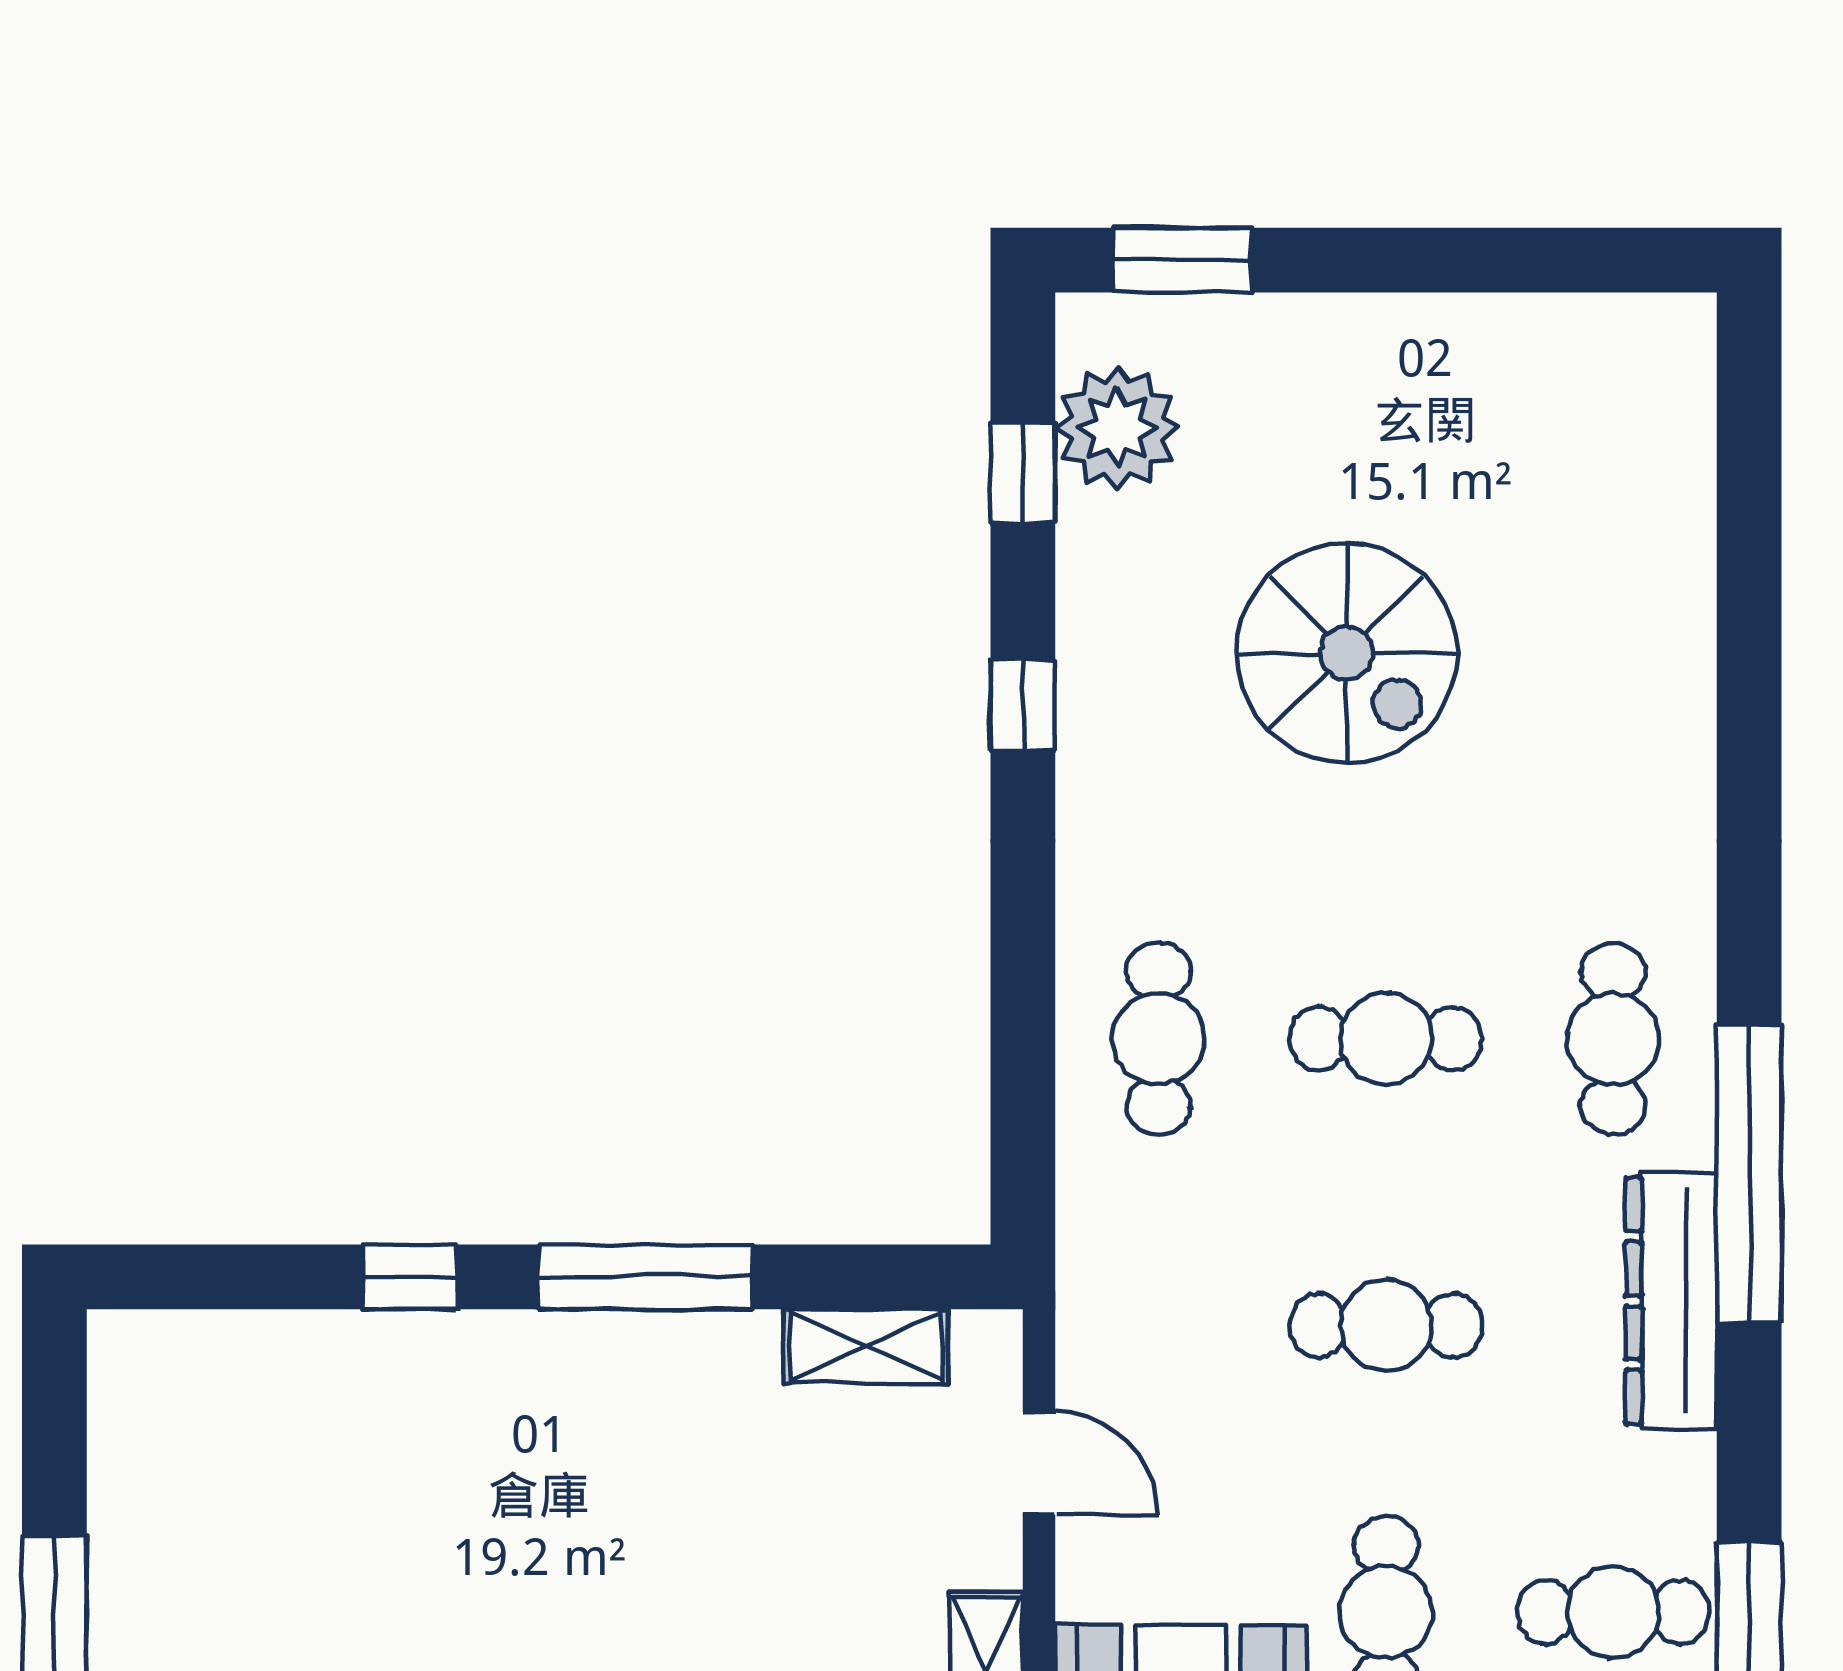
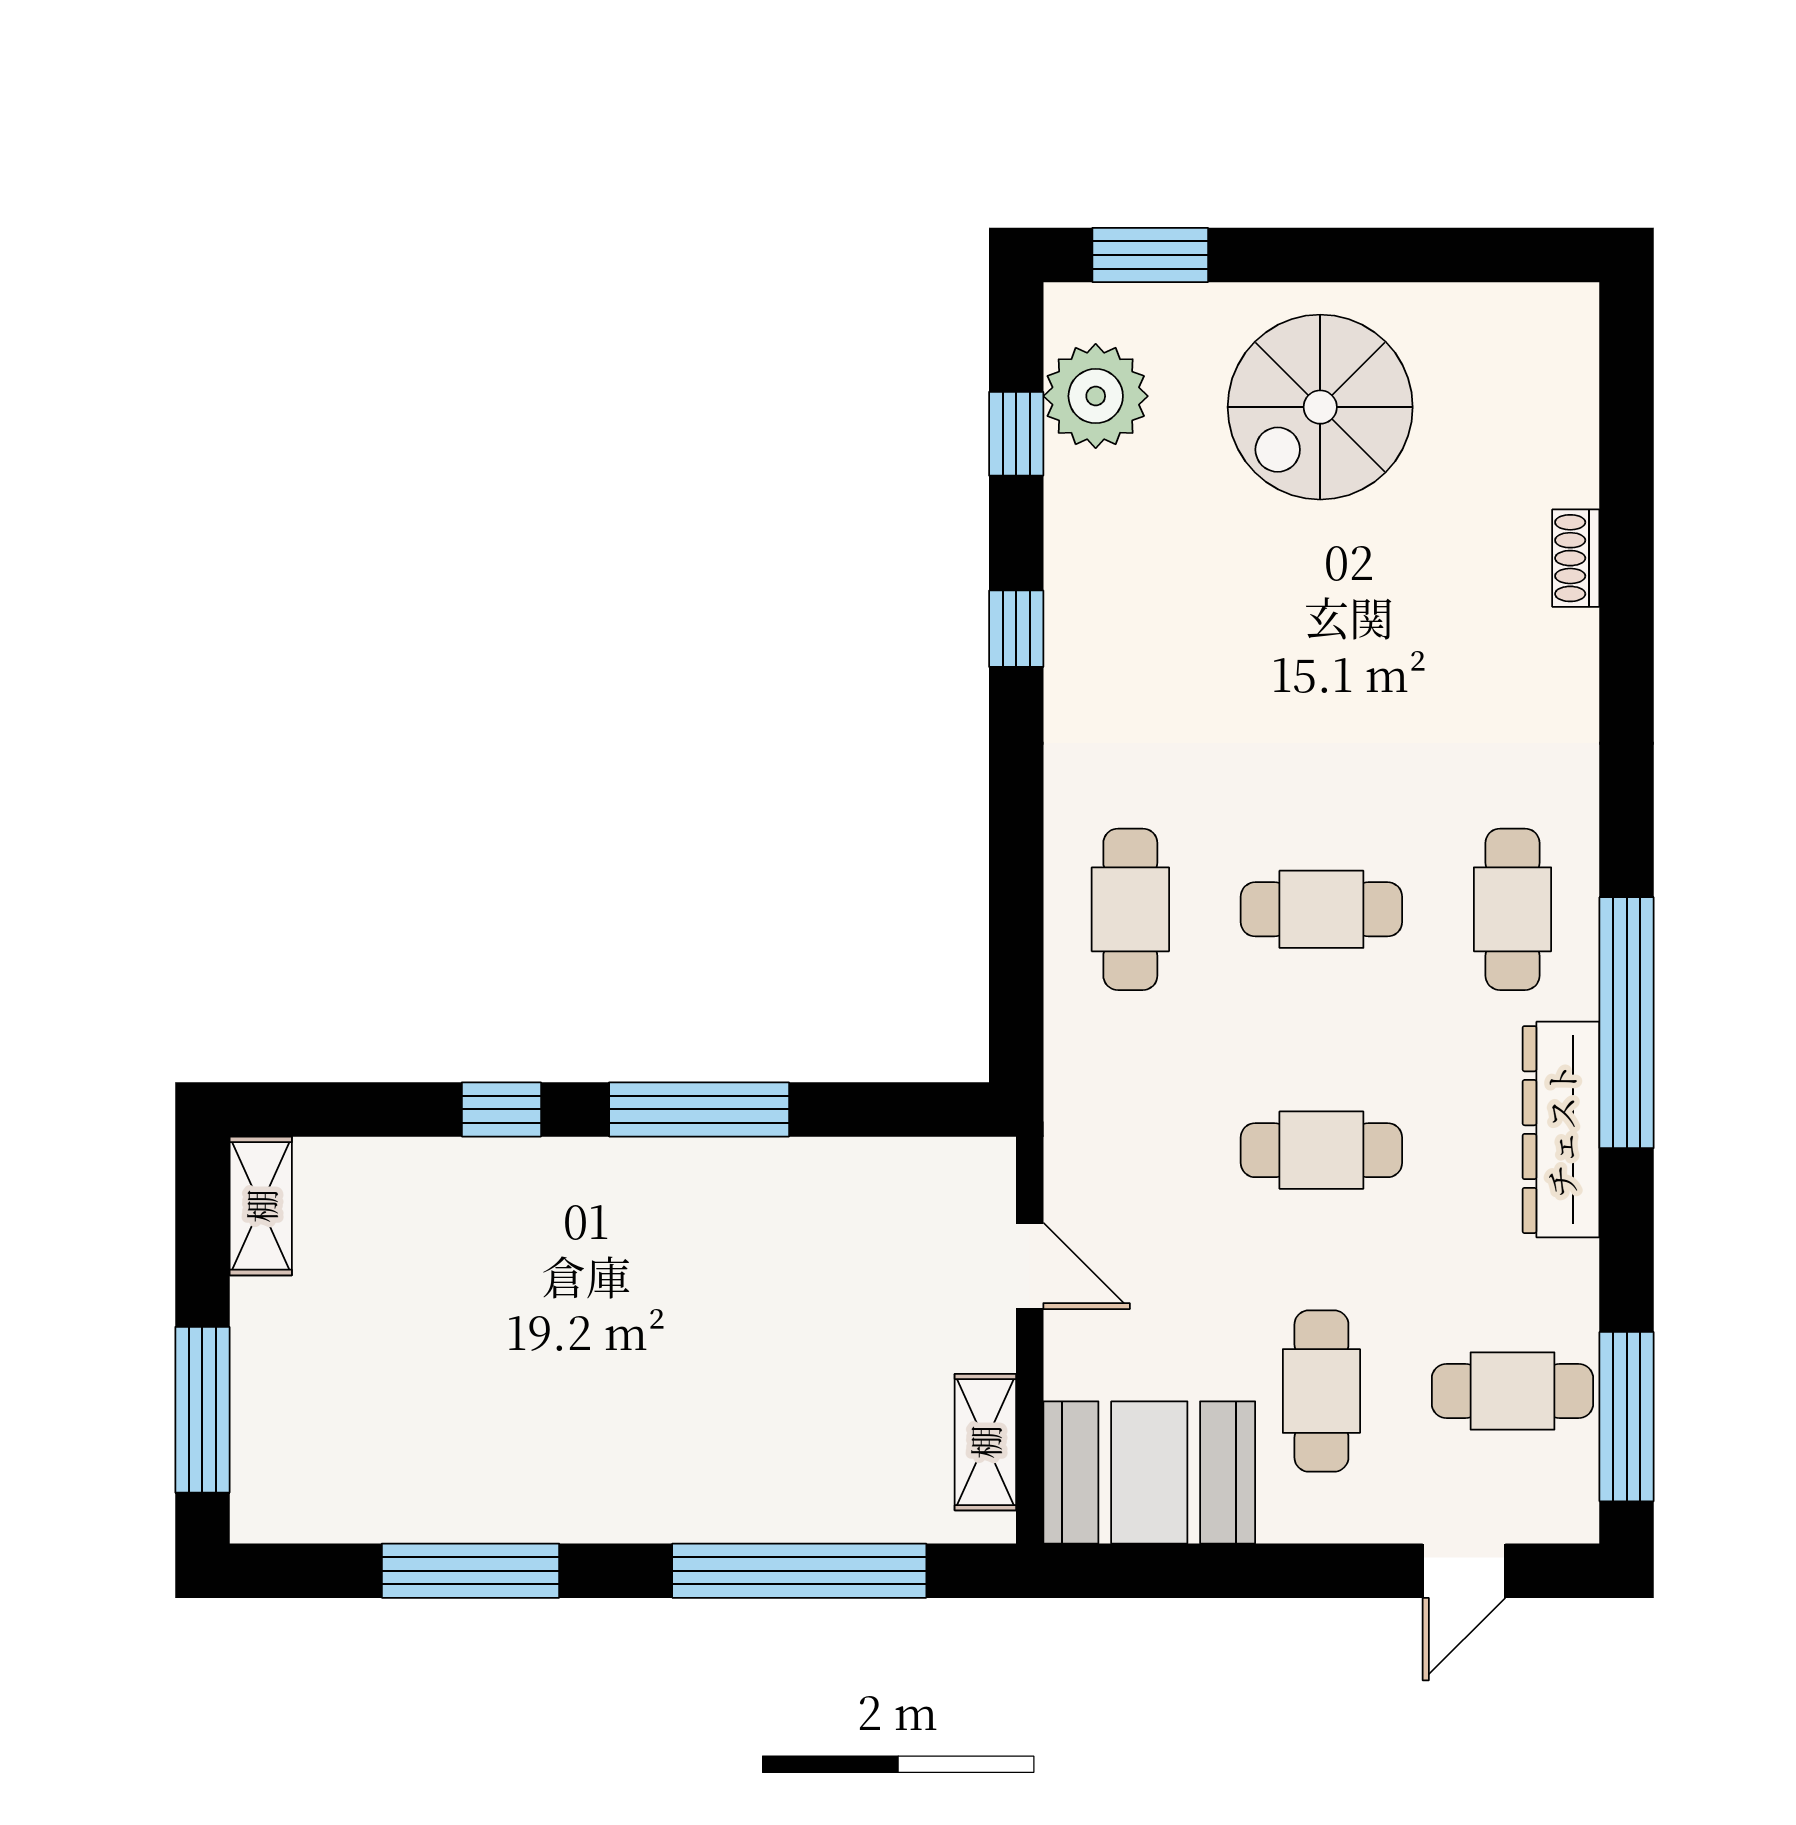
shoe rack: (1689, 621) -> (1576, 558), added
spiral stairs: (1347, 653) -> (1320, 407), moved, turned 90
shelving: (866, 1346) -> (261, 1206), moved, turned 90

